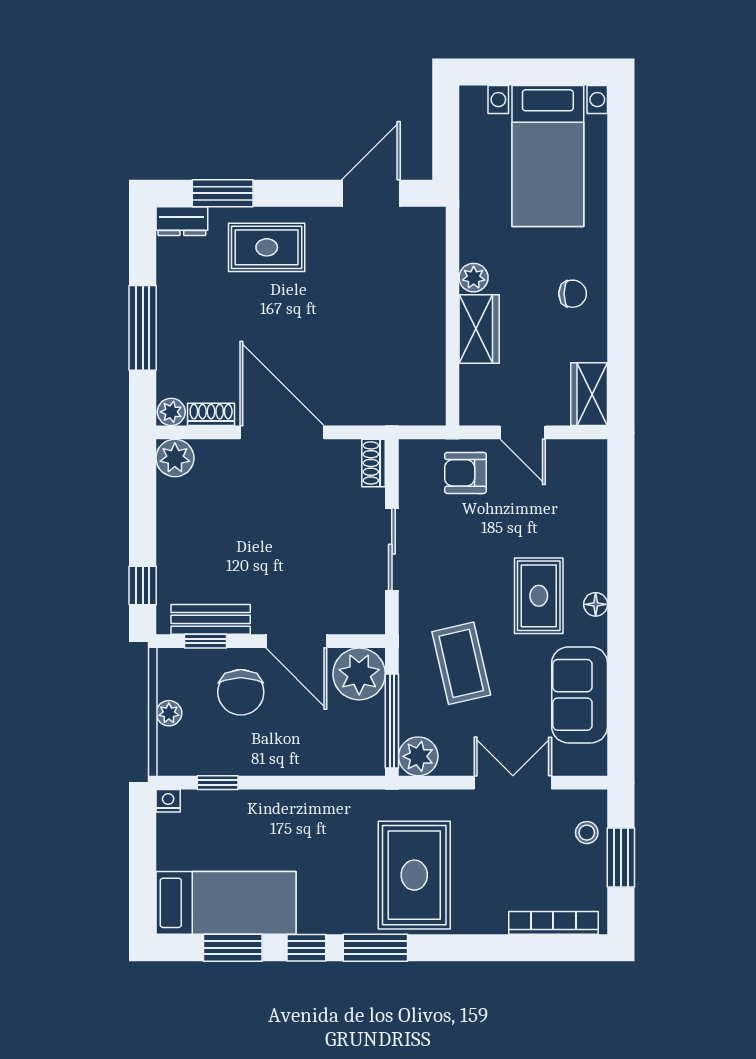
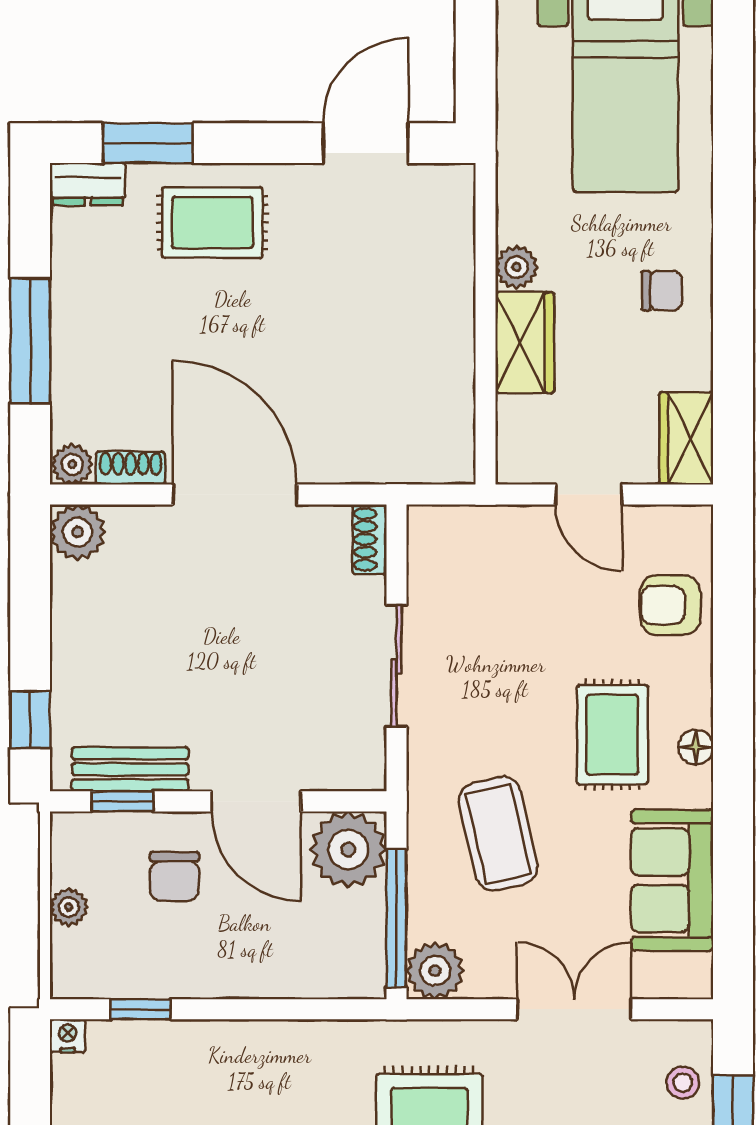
armchair: (465, 473) -> (670, 605), moved
chair: (241, 692) -> (174, 876), width x0.73, depth x0.73

